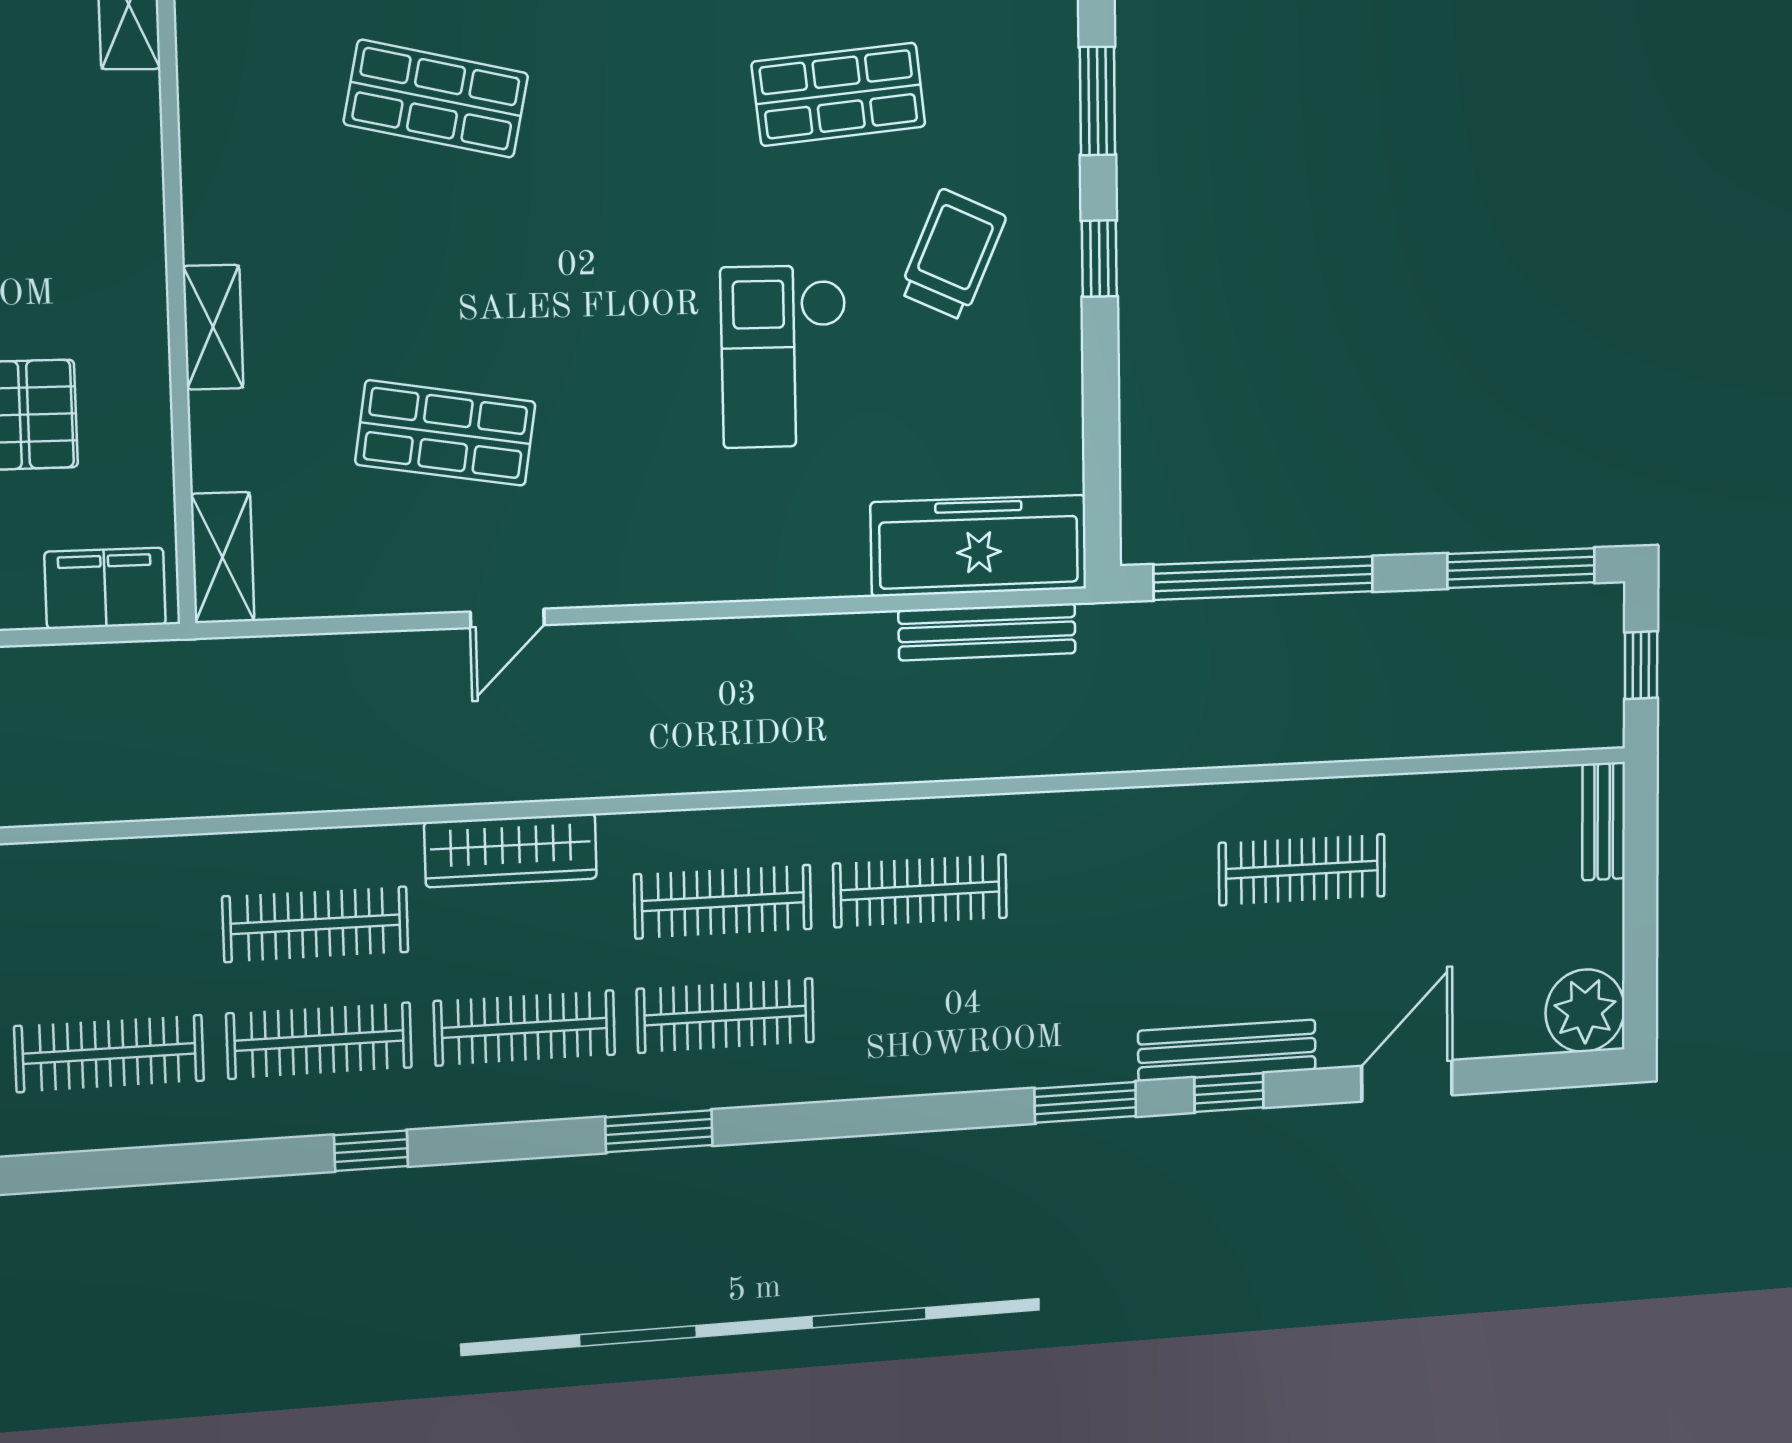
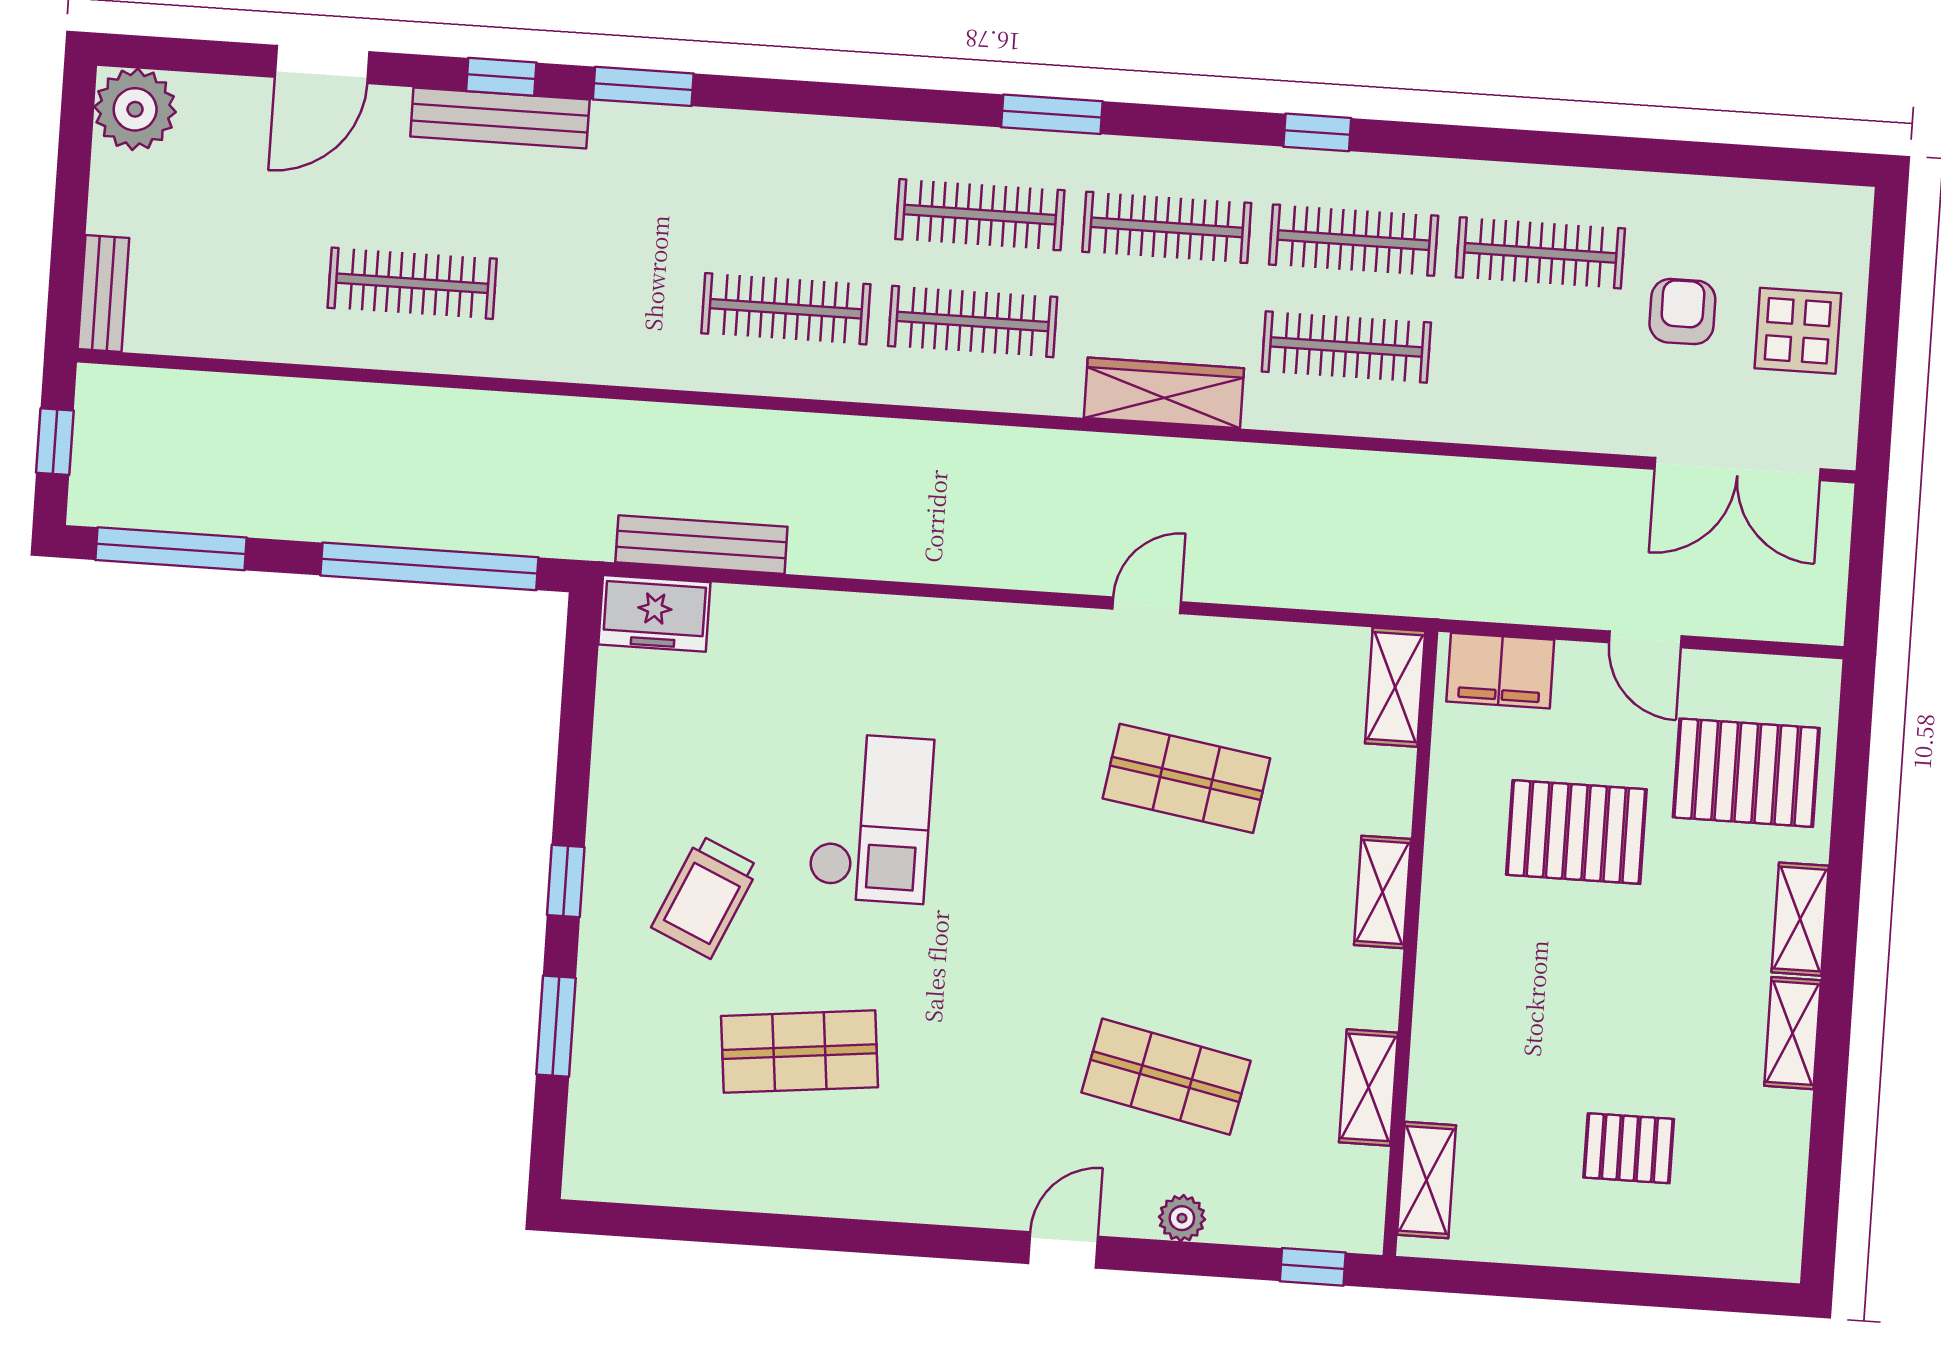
shelving: (206, 105) -> (1368, 1087), added
freezer: (979, 546) -> (654, 613), width x0.52, depth x0.79

